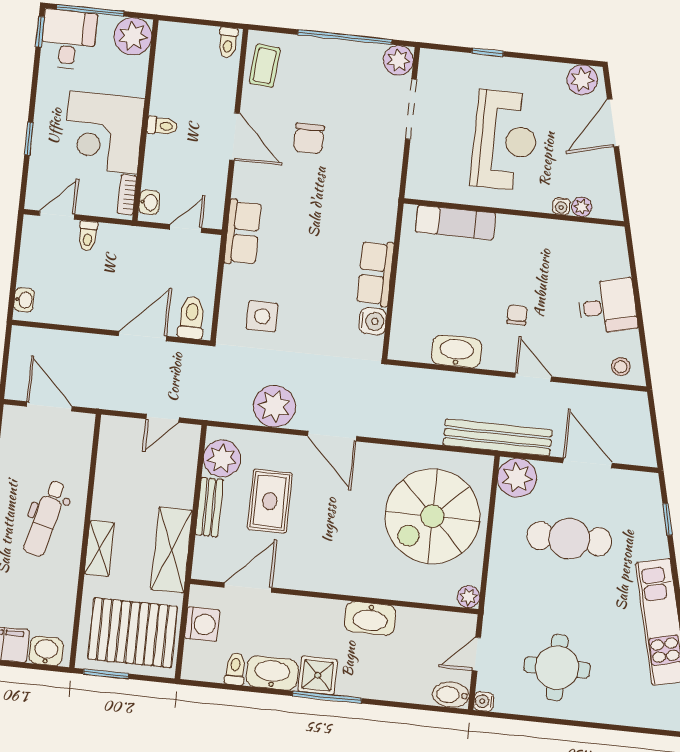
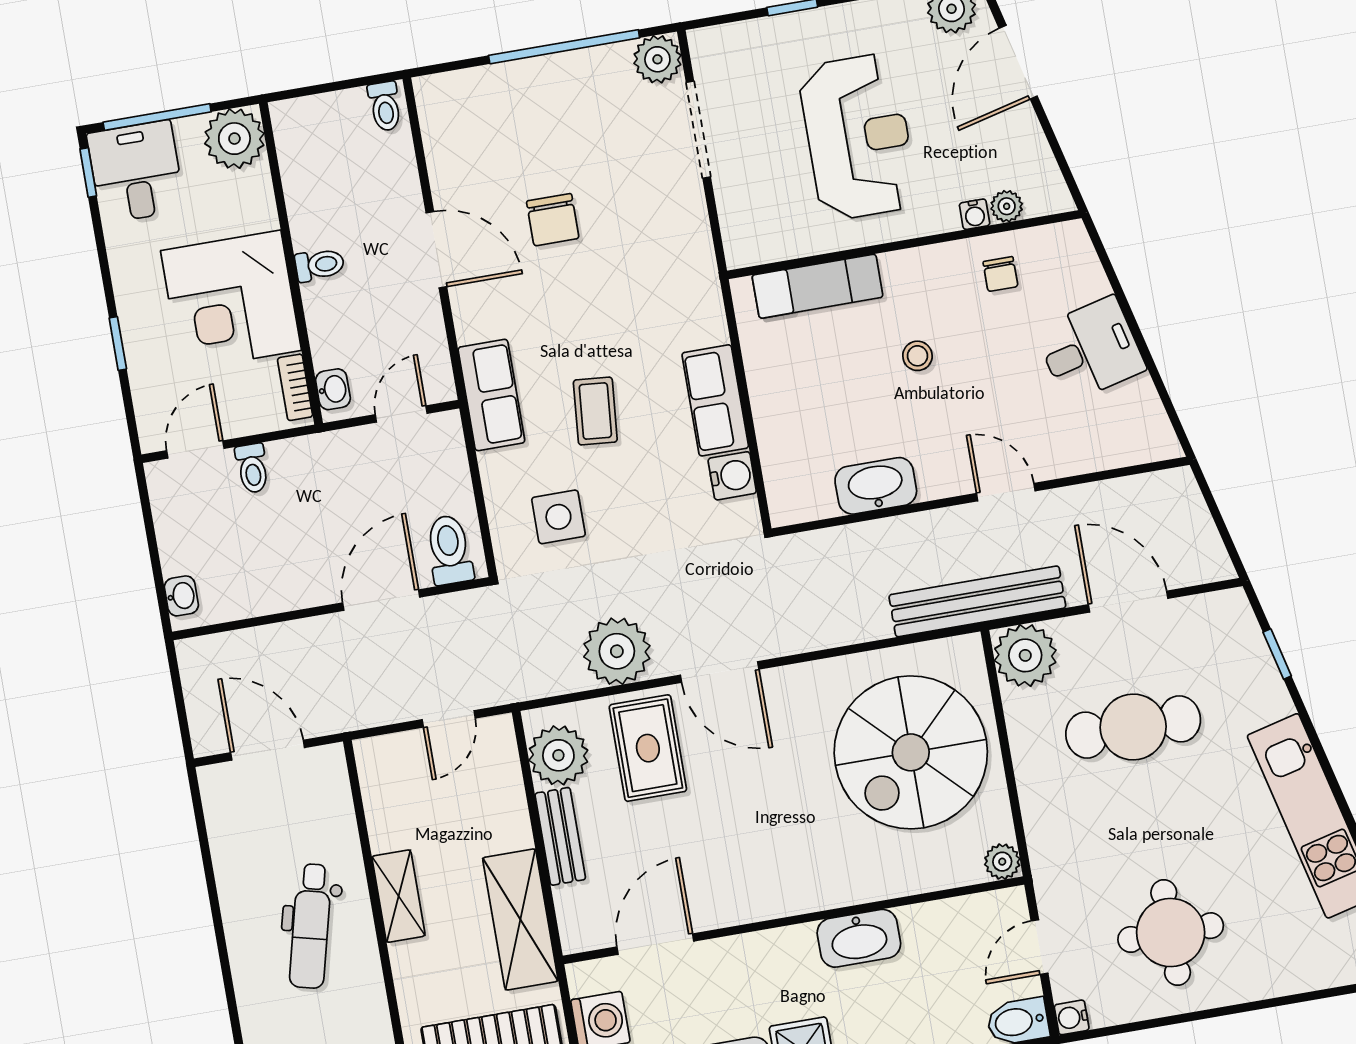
coffee table: (265, 66) -> (595, 411), moved
chair: (517, 315) -> (1000, 274), moved, turned 180
stool: (621, 367) -> (917, 356), moved
rug: (270, 501) -> (648, 748), moved
shelving: (99, 548) -> (399, 896), moved

